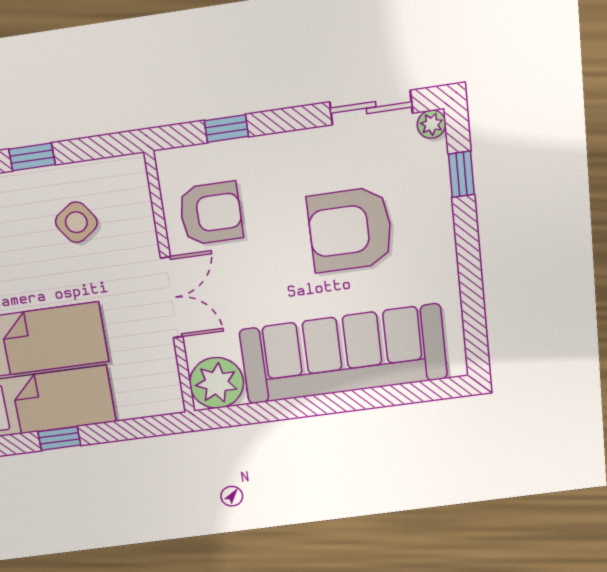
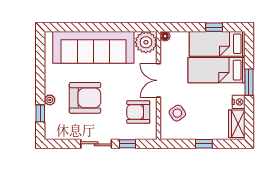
sliding door: (371, 108) -> (96, 144), moved
plant: (432, 124) -> (50, 100), moved
side table: (76, 222) -> (177, 113), moved
floor lamp: (172, 403) -> (165, 36), added

